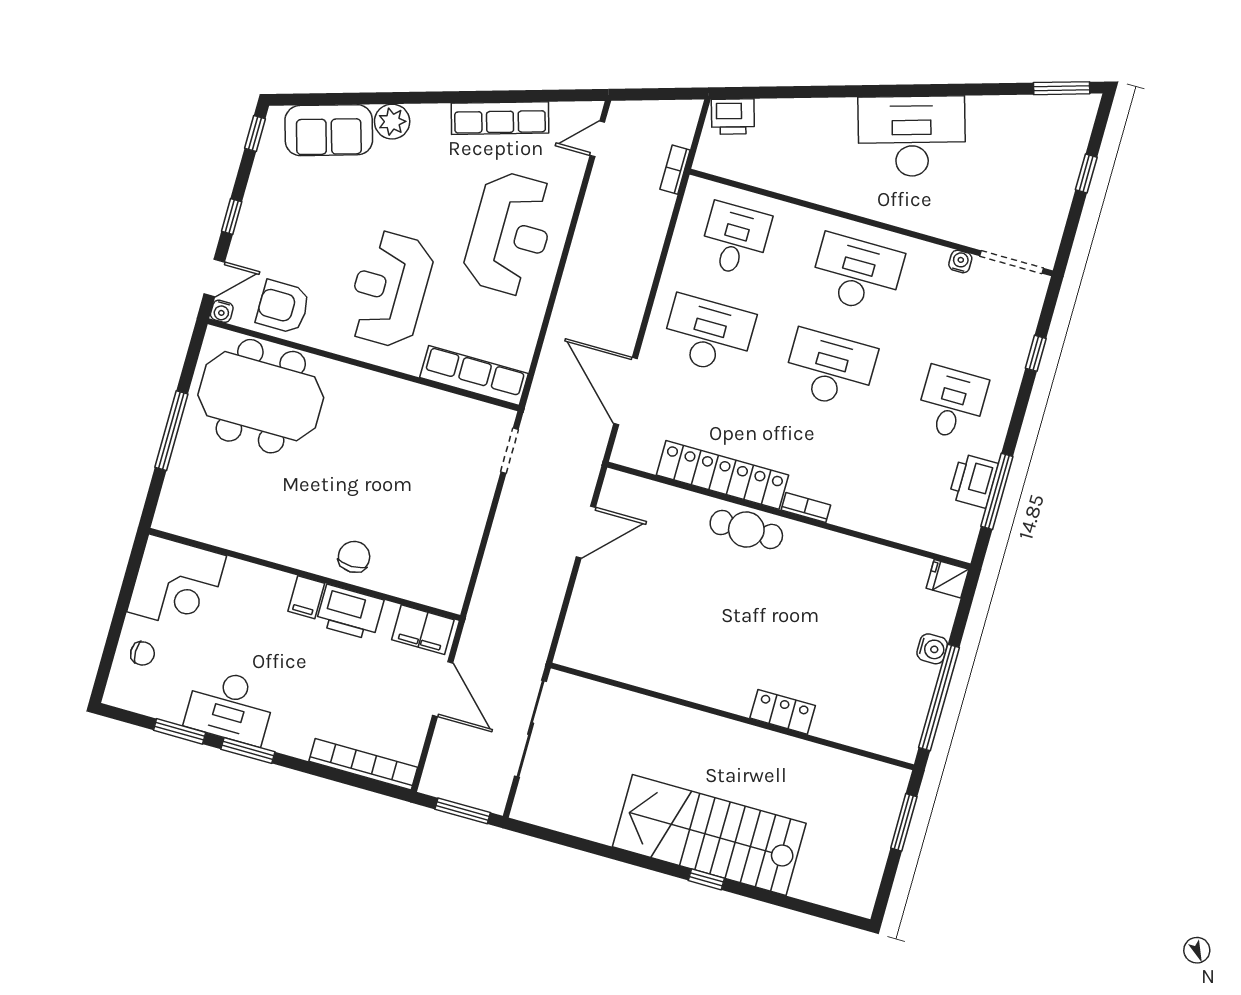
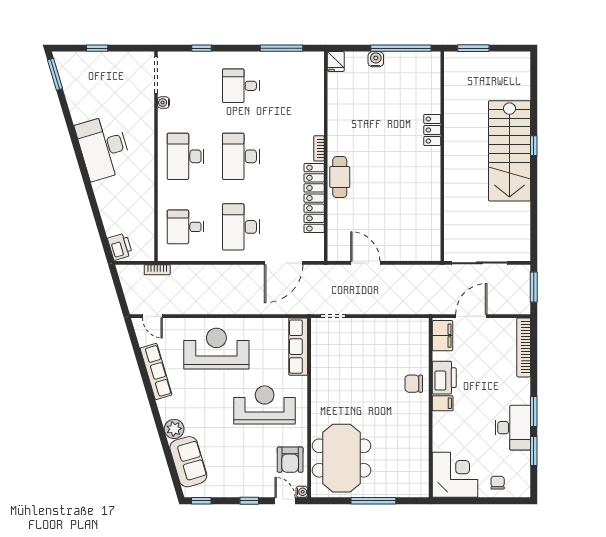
reception desk: (390, 289) -> (265, 405), turned 180
printer: (973, 481) -> (279, 62), removed

